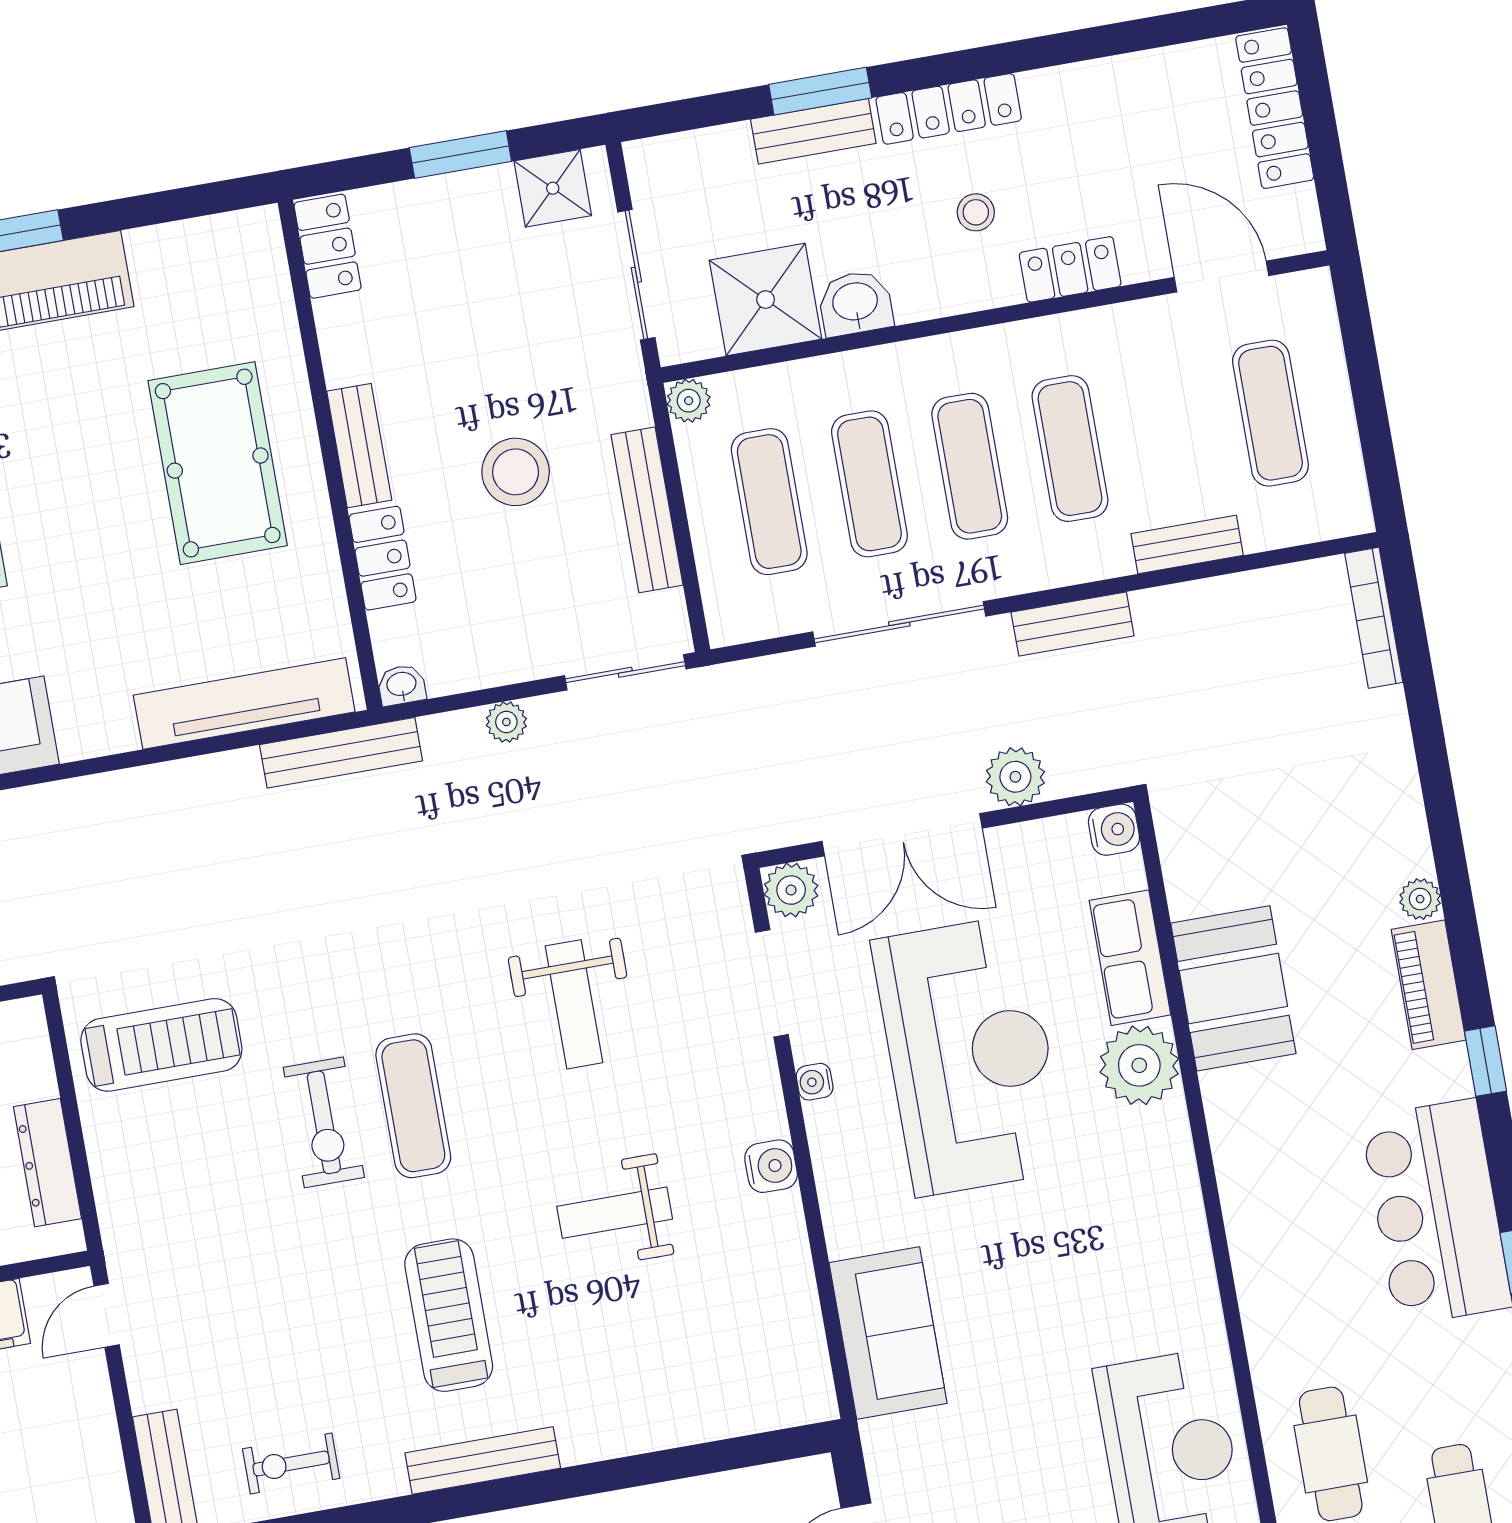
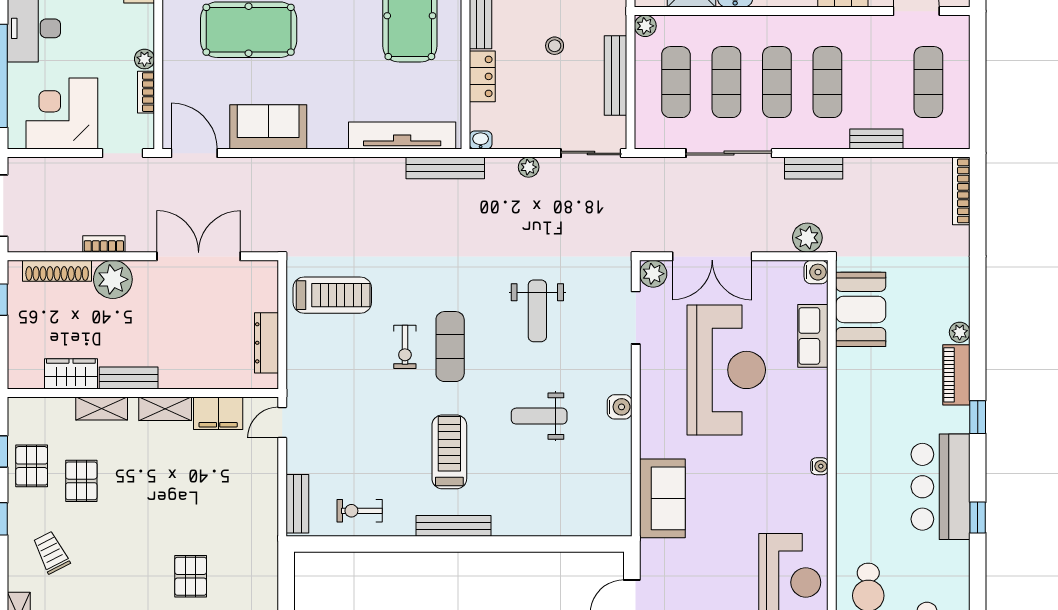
stool: (516, 472) -> (555, 46), width x0.53, depth x0.53
plant: (1015, 777) -> (807, 238), moved
booth: (1233, 988) -> (861, 309), moved
plant: (1139, 1065) -> (808, 389), removed
water cooler: (815, 1082) -> (819, 466), moved, turned 180
exercise bike: (324, 1122) -> (405, 347), width x0.73, depth x0.72

